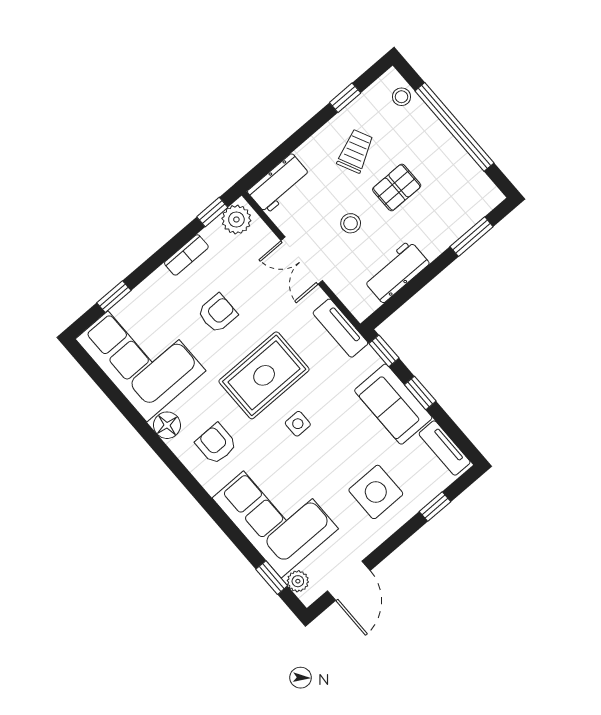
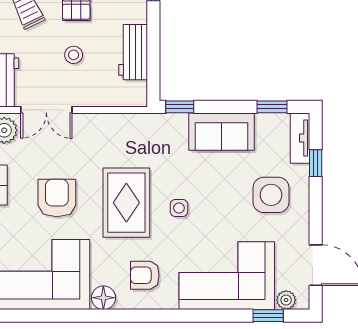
double door: (302, 261) -> (46, 110), moved
armchair: (218, 313) -> (57, 198), width x1.38, depth x1.38
tv unit: (340, 328) -> (139, 123), removed
window: (420, 393) -> (272, 107), moved
tv unit: (445, 448) -> (300, 138), moved, turned 90

